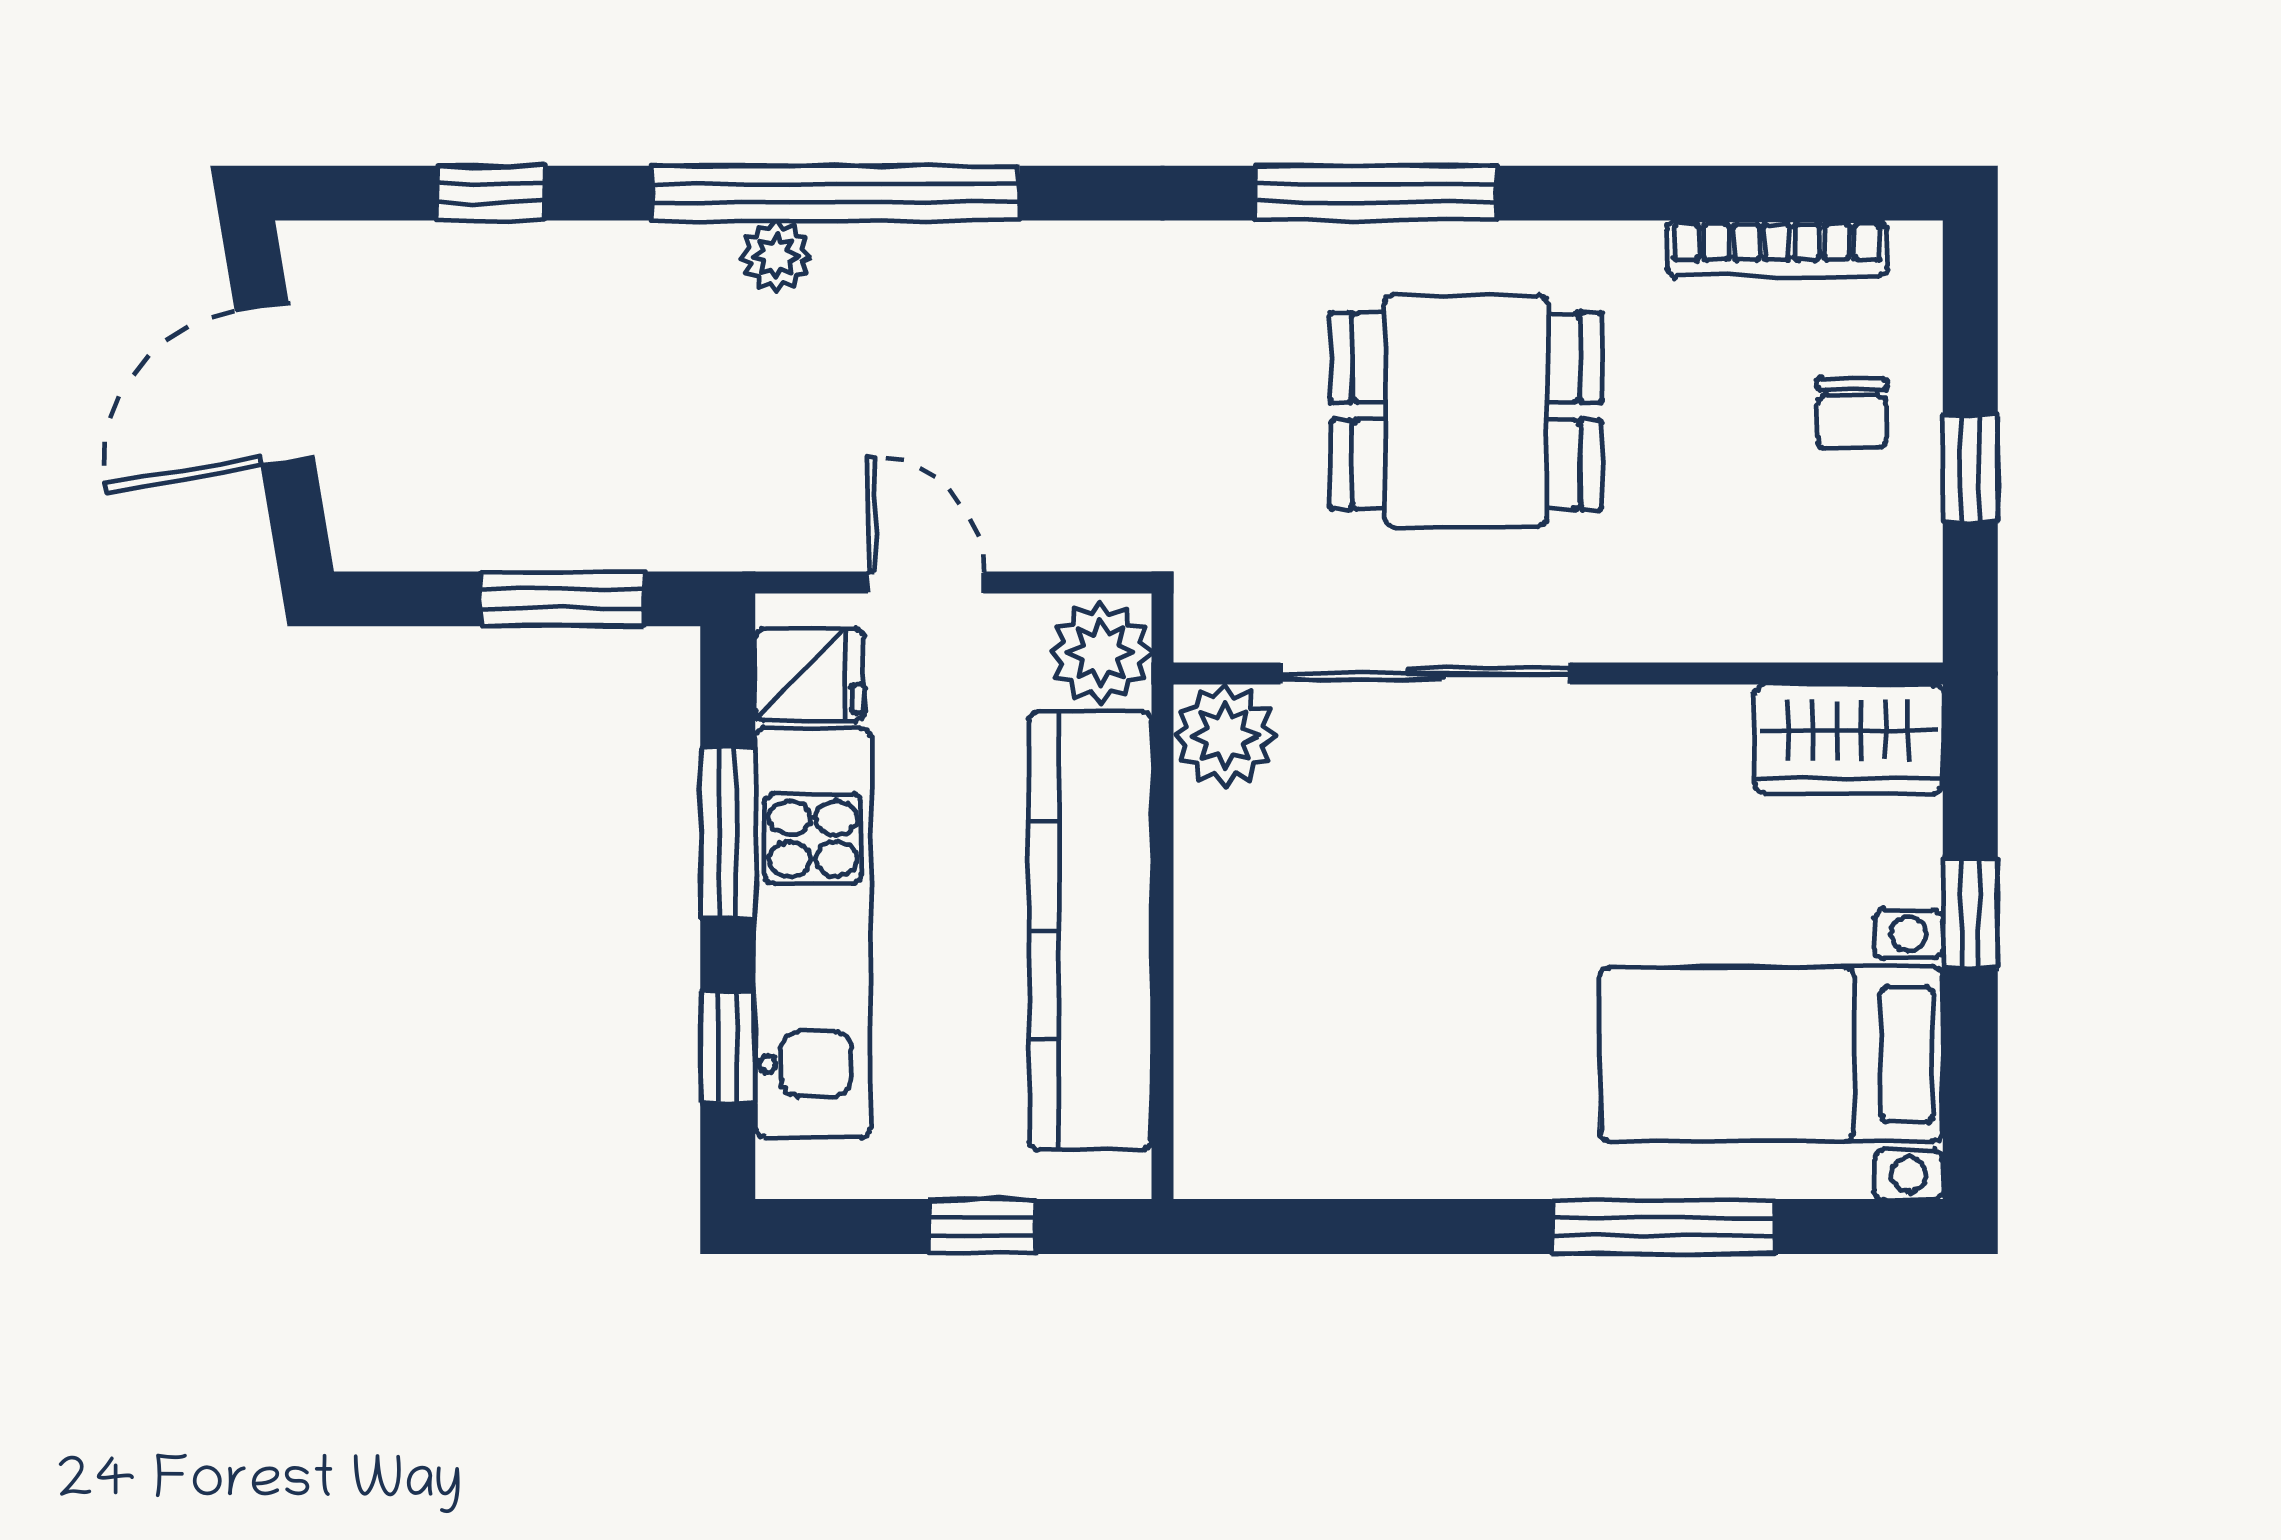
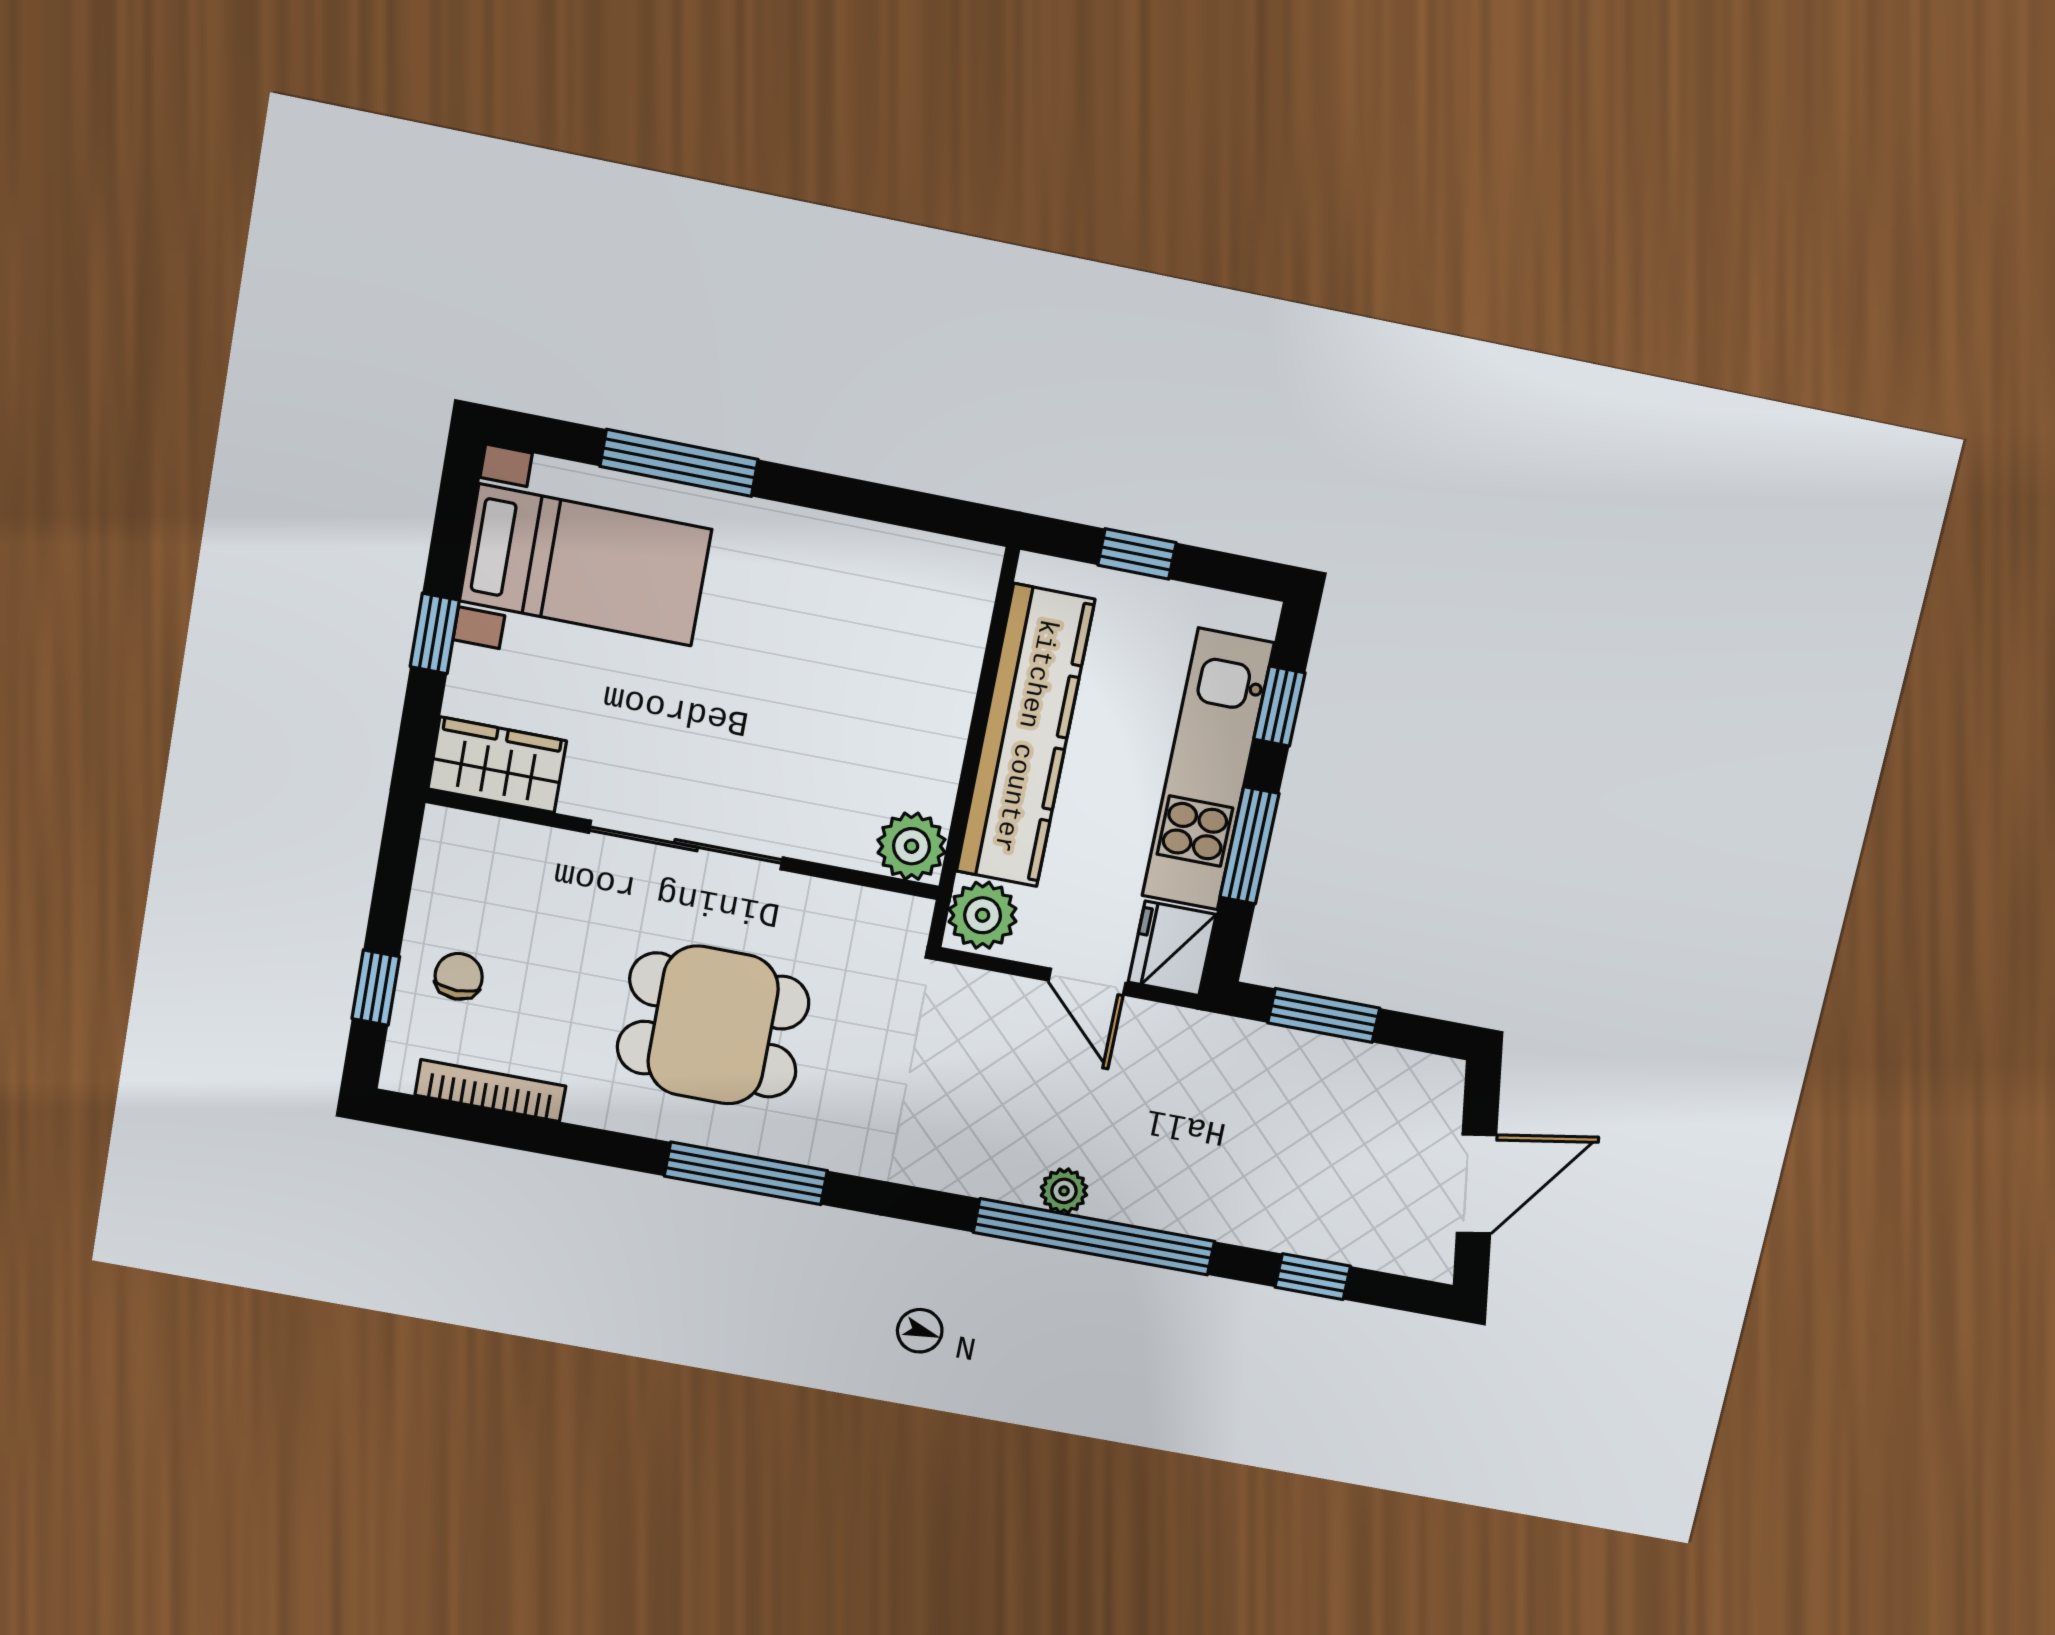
plant: (776, 256) -> (1064, 1191), moved
window: (1970, 469) -> (376, 988), moved
sliding door: (1425, 673) -> (686, 845), moved
fridge: (810, 675) -> (1172, 948), width x1.38

